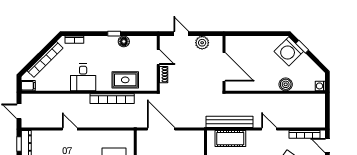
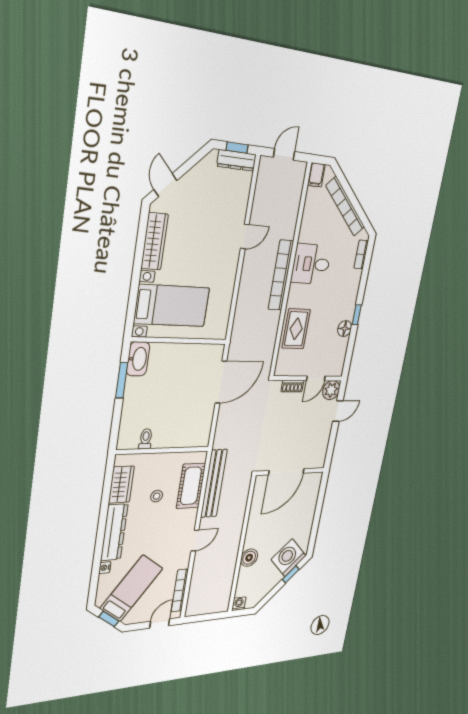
plant: (202, 43) -> (331, 390), moved
bookcase: (112, 99) -> (281, 275), moved

